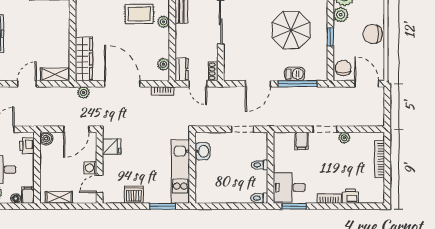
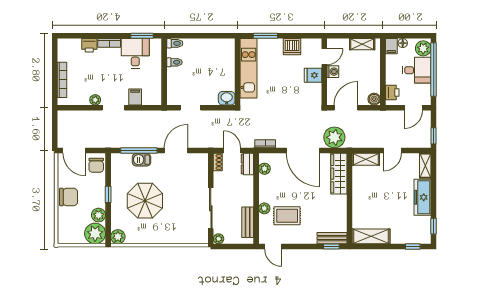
plant: (83, 92) -> (334, 137), width x1.88, depth x1.88
fridge: (112, 147) -> (313, 75), moved
washbasin: (202, 151) -> (227, 98), moved, turned 90
toilet: (260, 165) -> (174, 62), moved
desk: (289, 188) -> (135, 53), moved, turned -90

